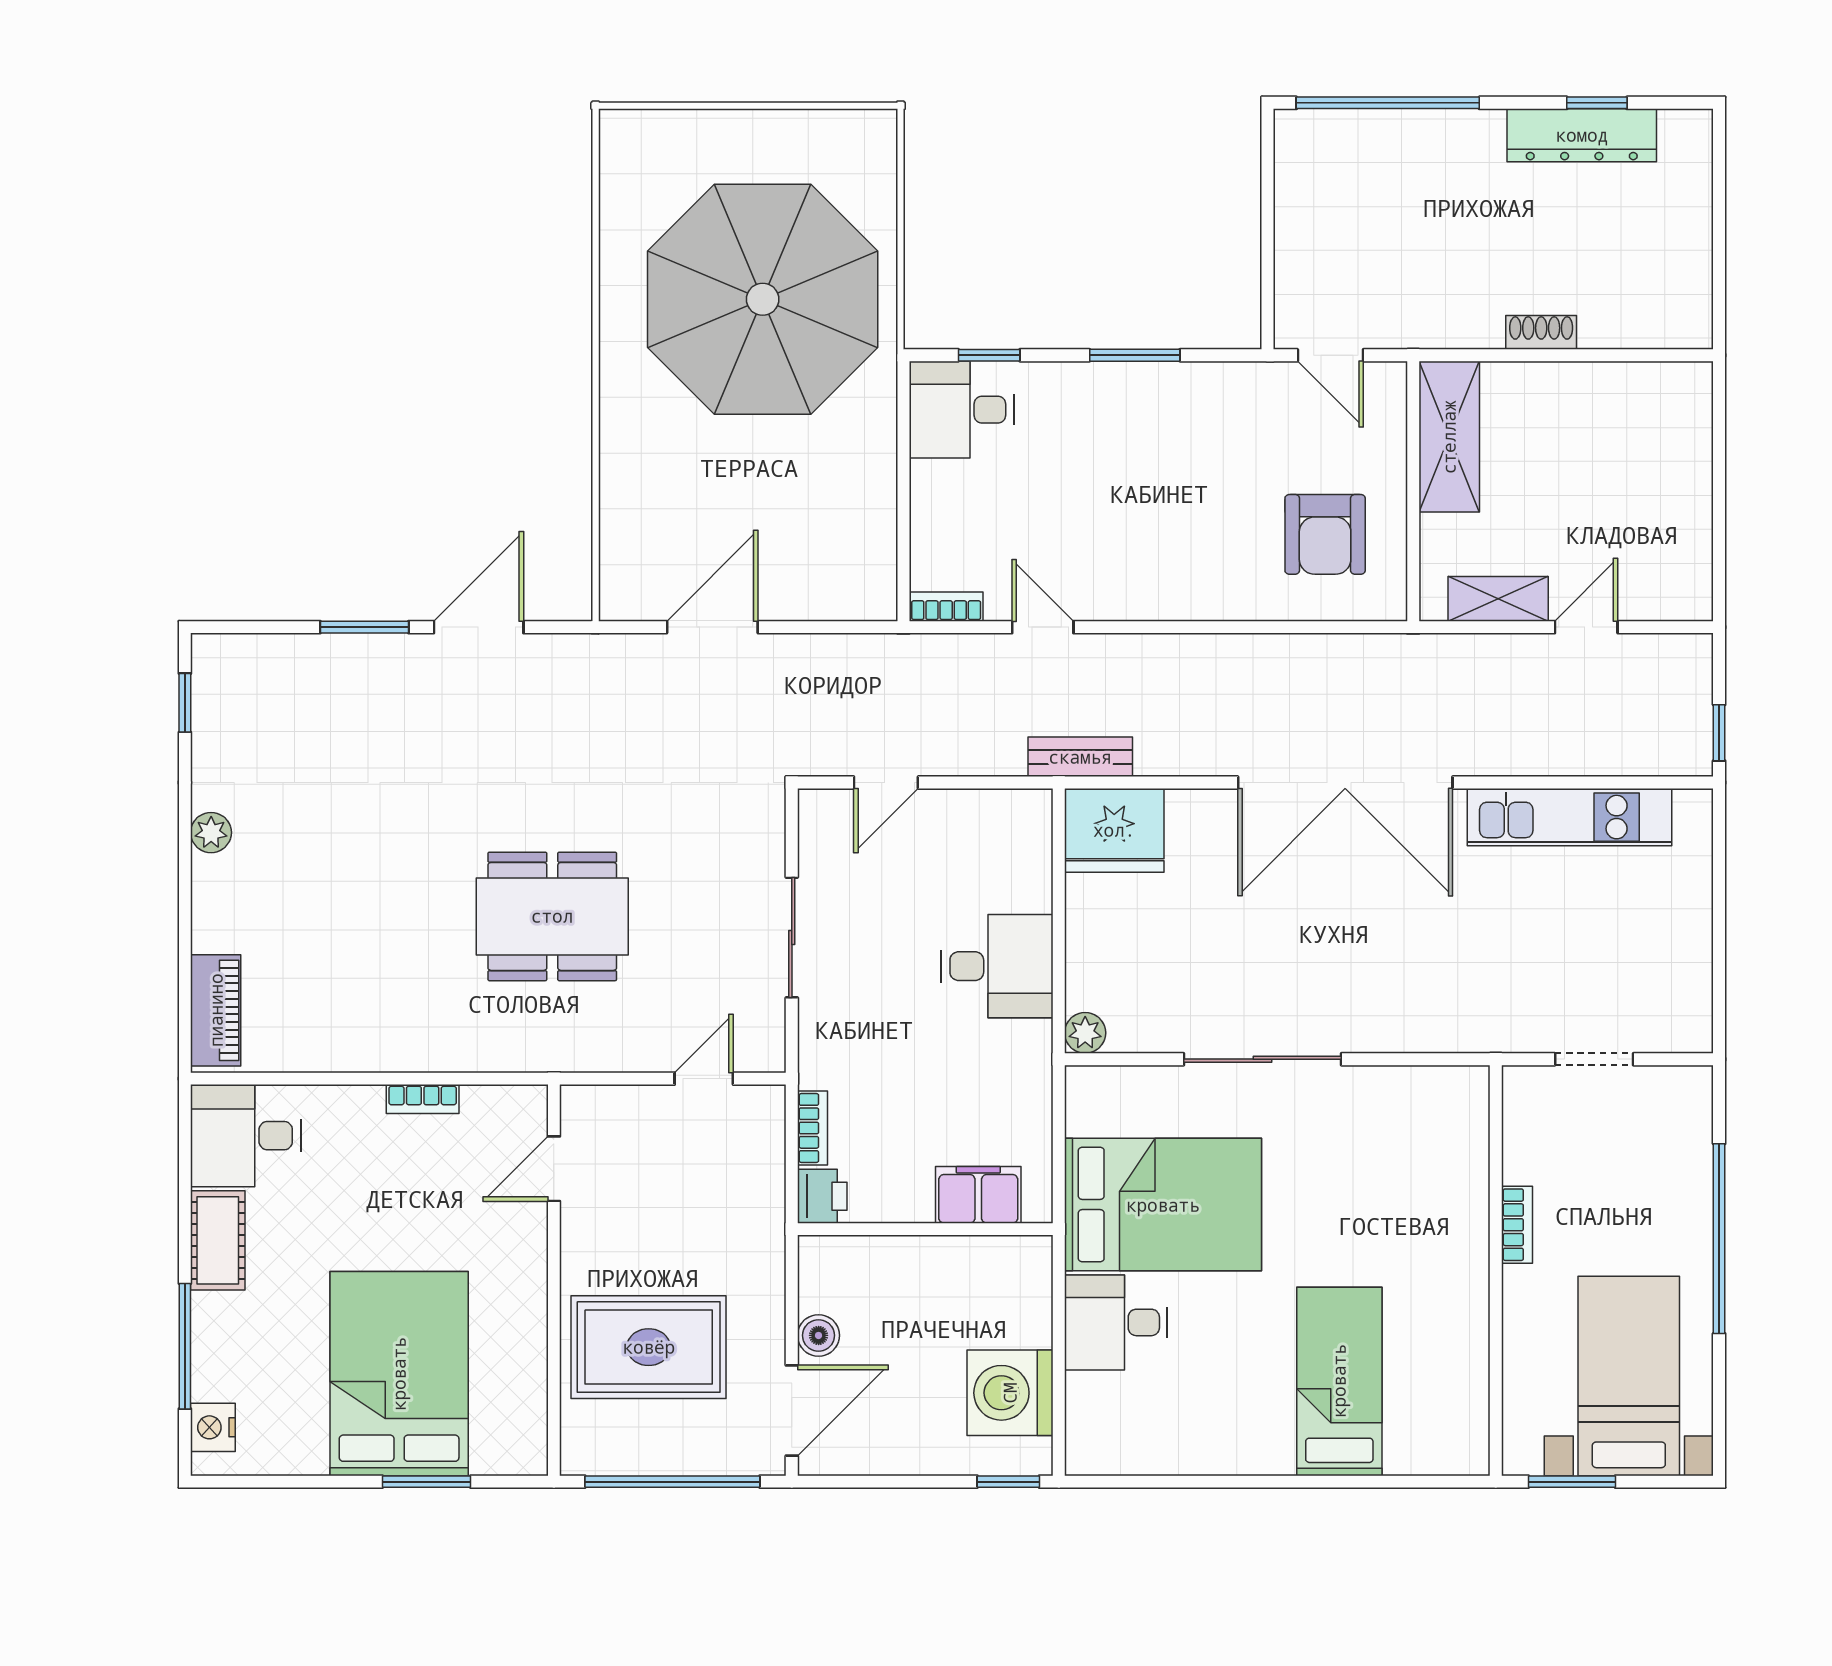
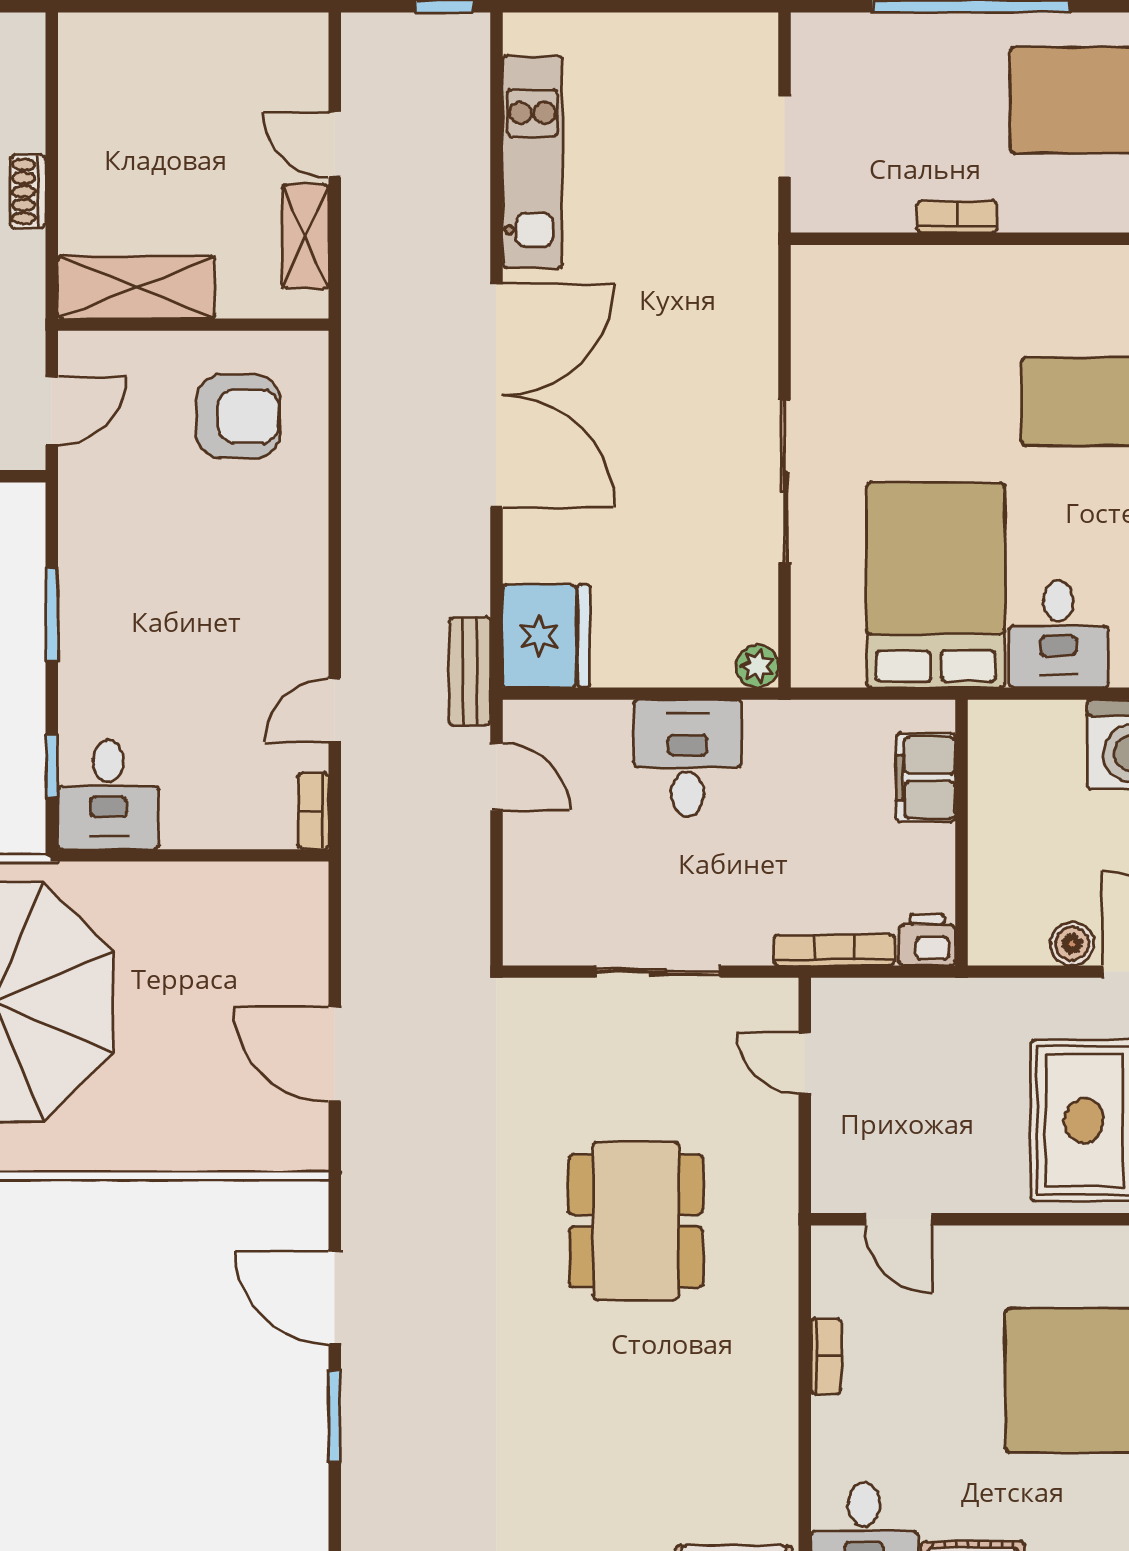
door: (886, 783) -> (496, 777), moved
bookcase: (812, 1128) -> (834, 950), width x1.56

